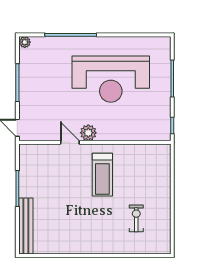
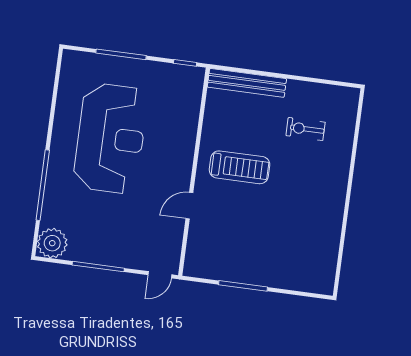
plant: (25, 42) -> (52, 243), width x1.87, depth x1.87
plant: (88, 133) -> (180, 179), removed
bench: (26, 226) -> (247, 83), moved

